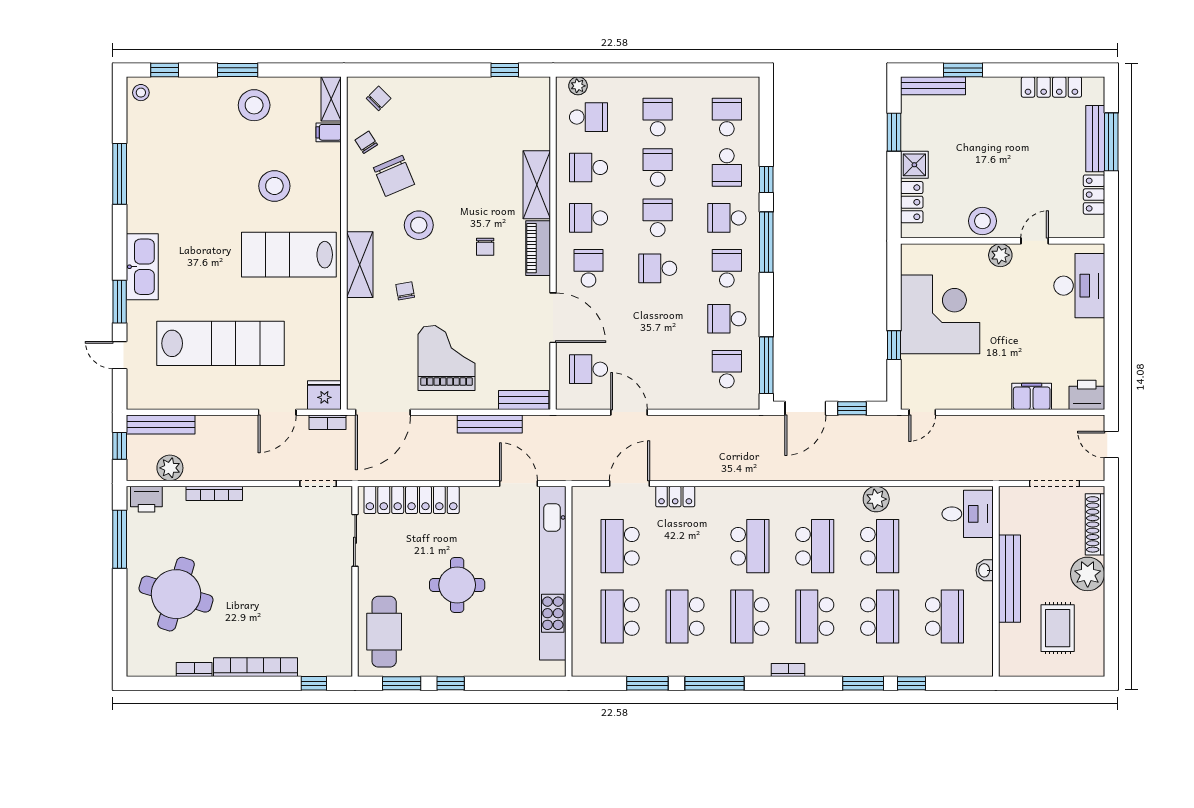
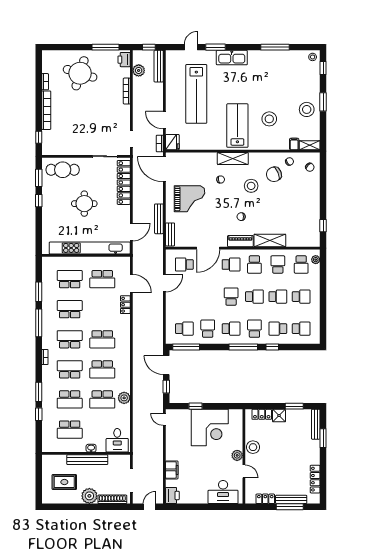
school desk: (588, 218) -> (254, 265), turned 180
school desk: (588, 369) -> (184, 265), turned -90
school desk: (620, 546) -> (102, 279), turned 180

